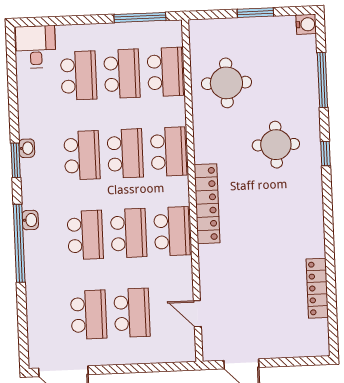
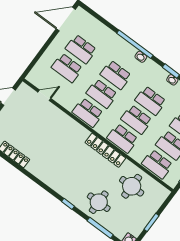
round table: (276, 145) -> (99, 202), moved
locker: (207, 204) -> (105, 150), moved

